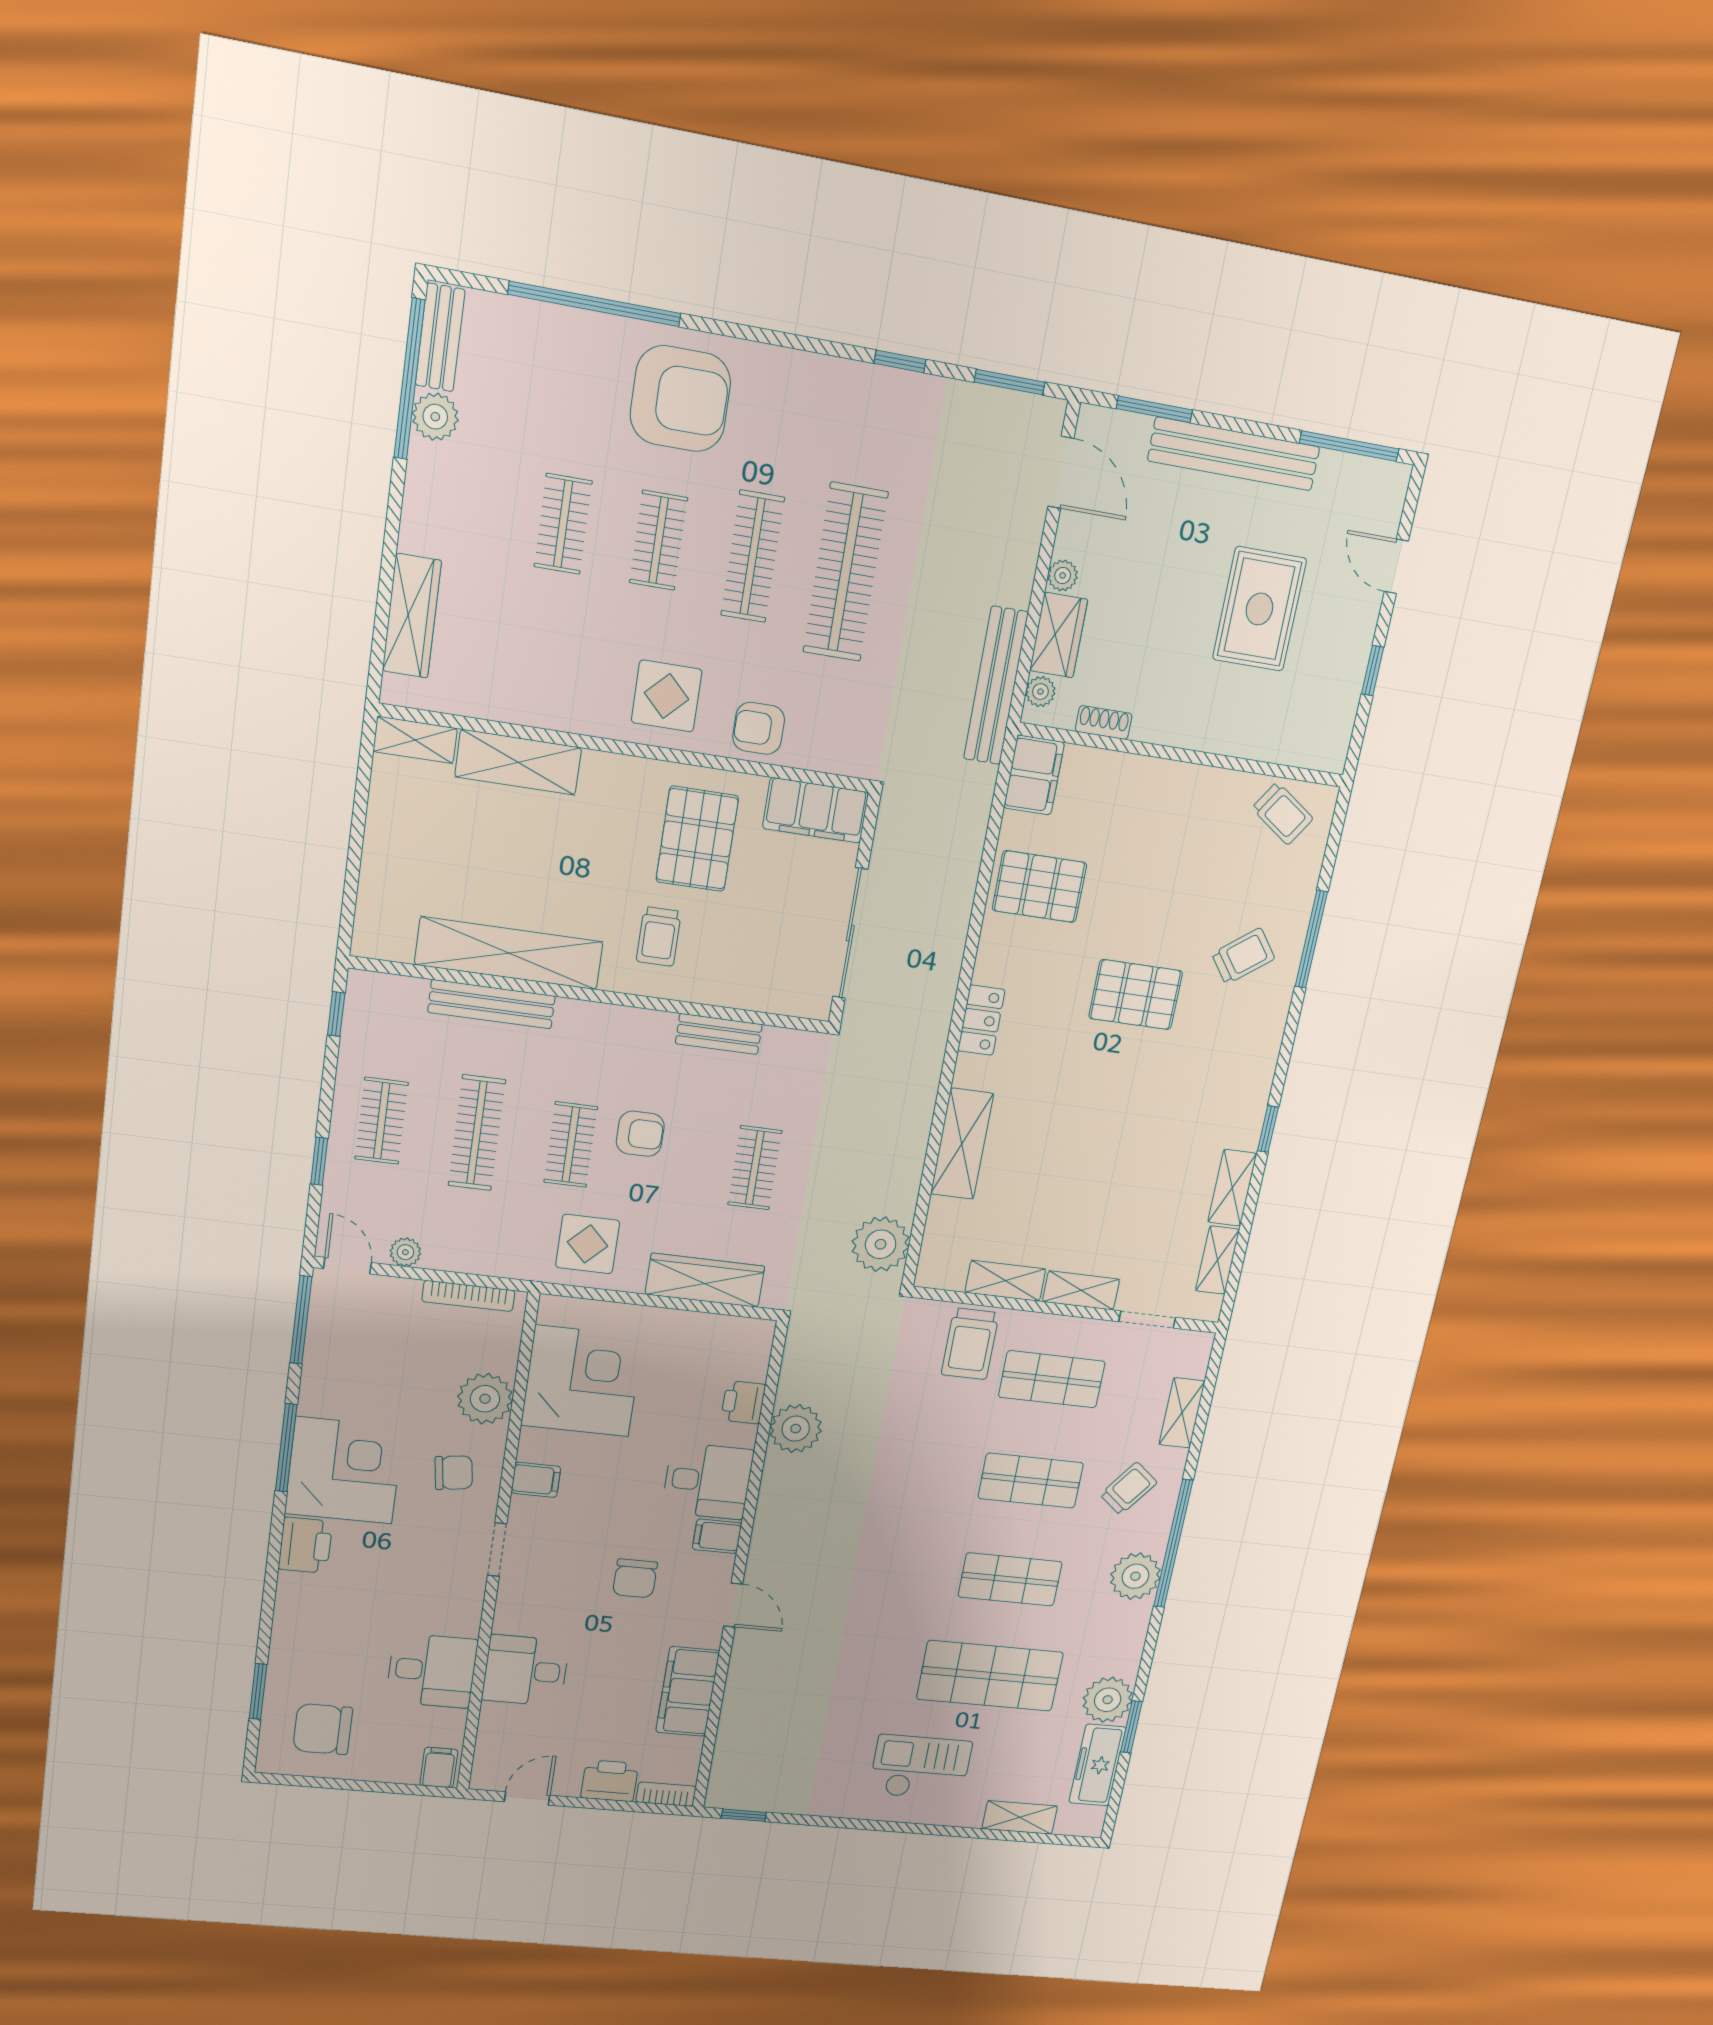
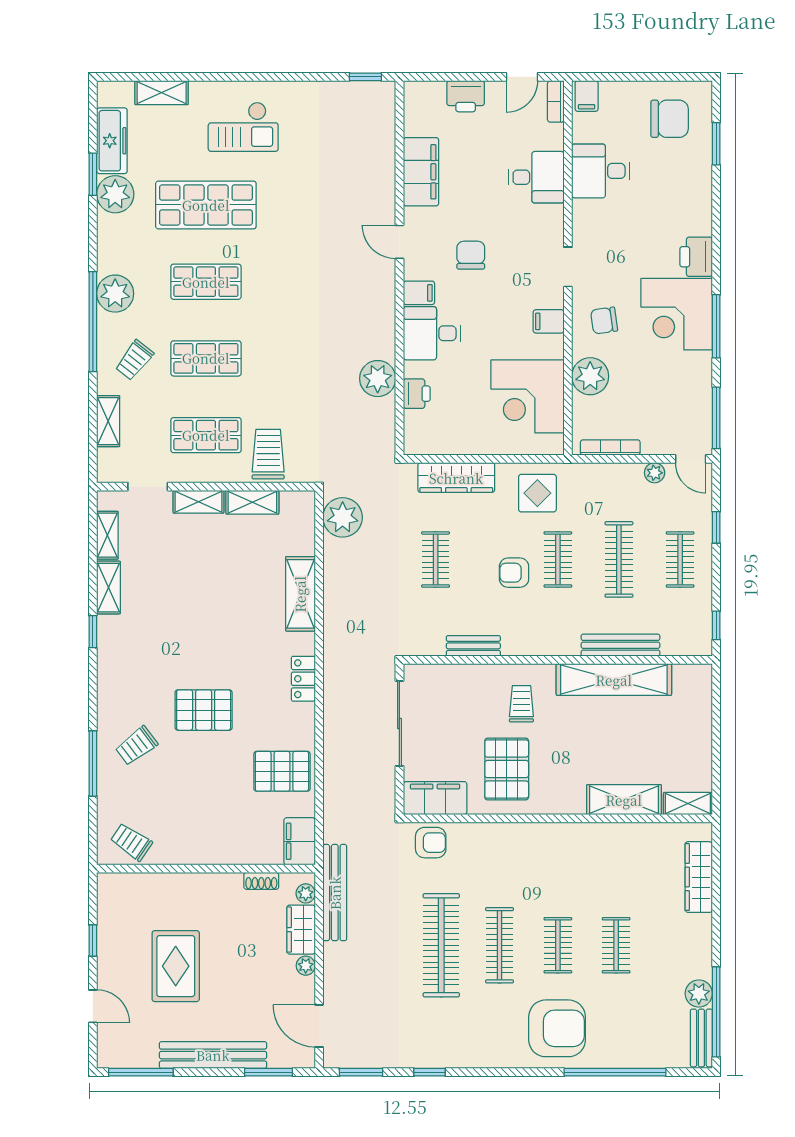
armchair: (680, 399) -> (557, 1028), turned 180
display table: (667, 696) -> (539, 854), removed
armchair: (759, 728) -> (431, 843), moved
bookcase: (666, 1794) -> (556, 101), moved, turned 90

